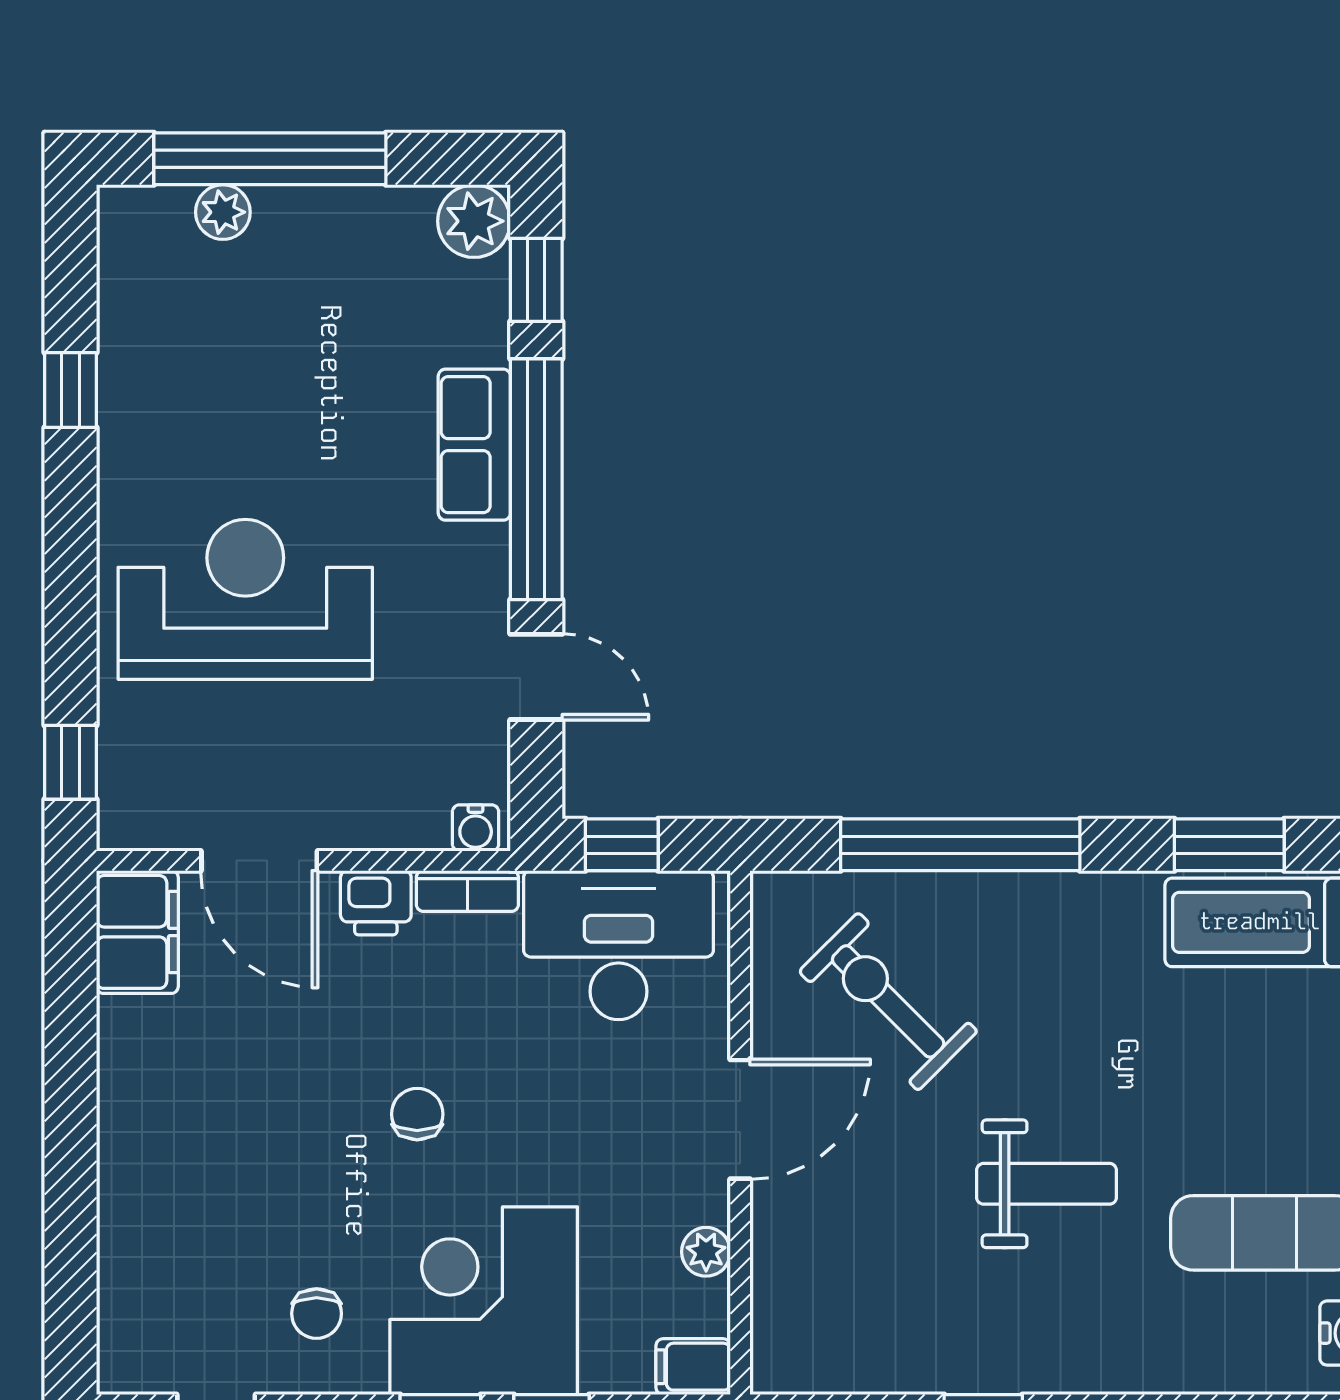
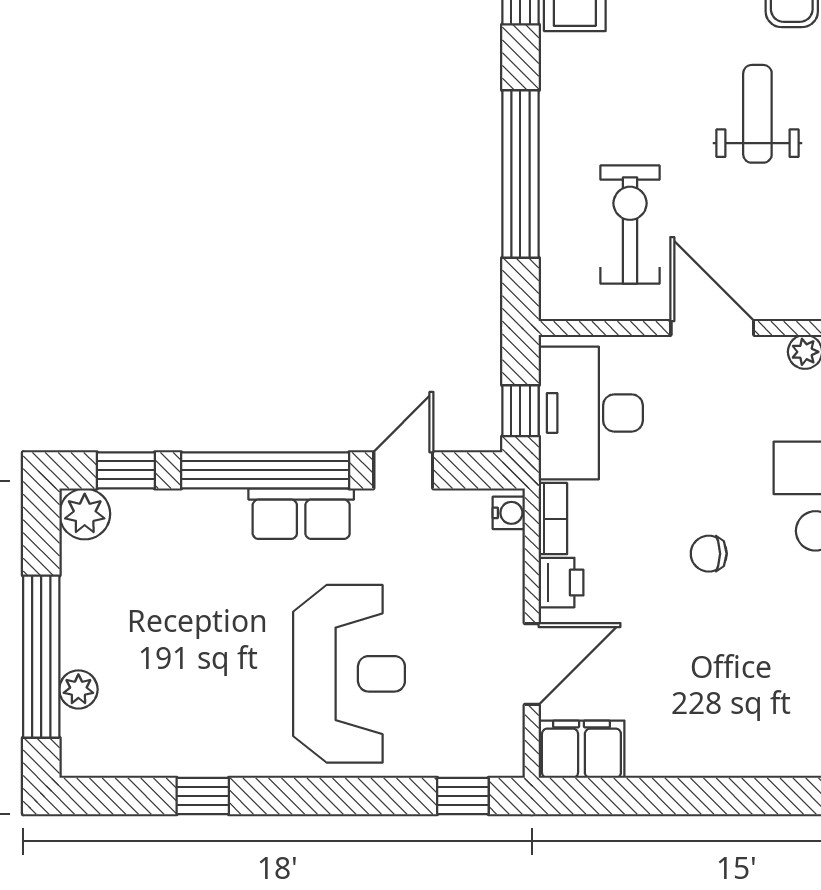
row of seats: (474, 445) -> (301, 514), moved
reception desk: (245, 599) -> (349, 674), turned 180
exercise bike: (888, 1001) -> (630, 225), turned 135

